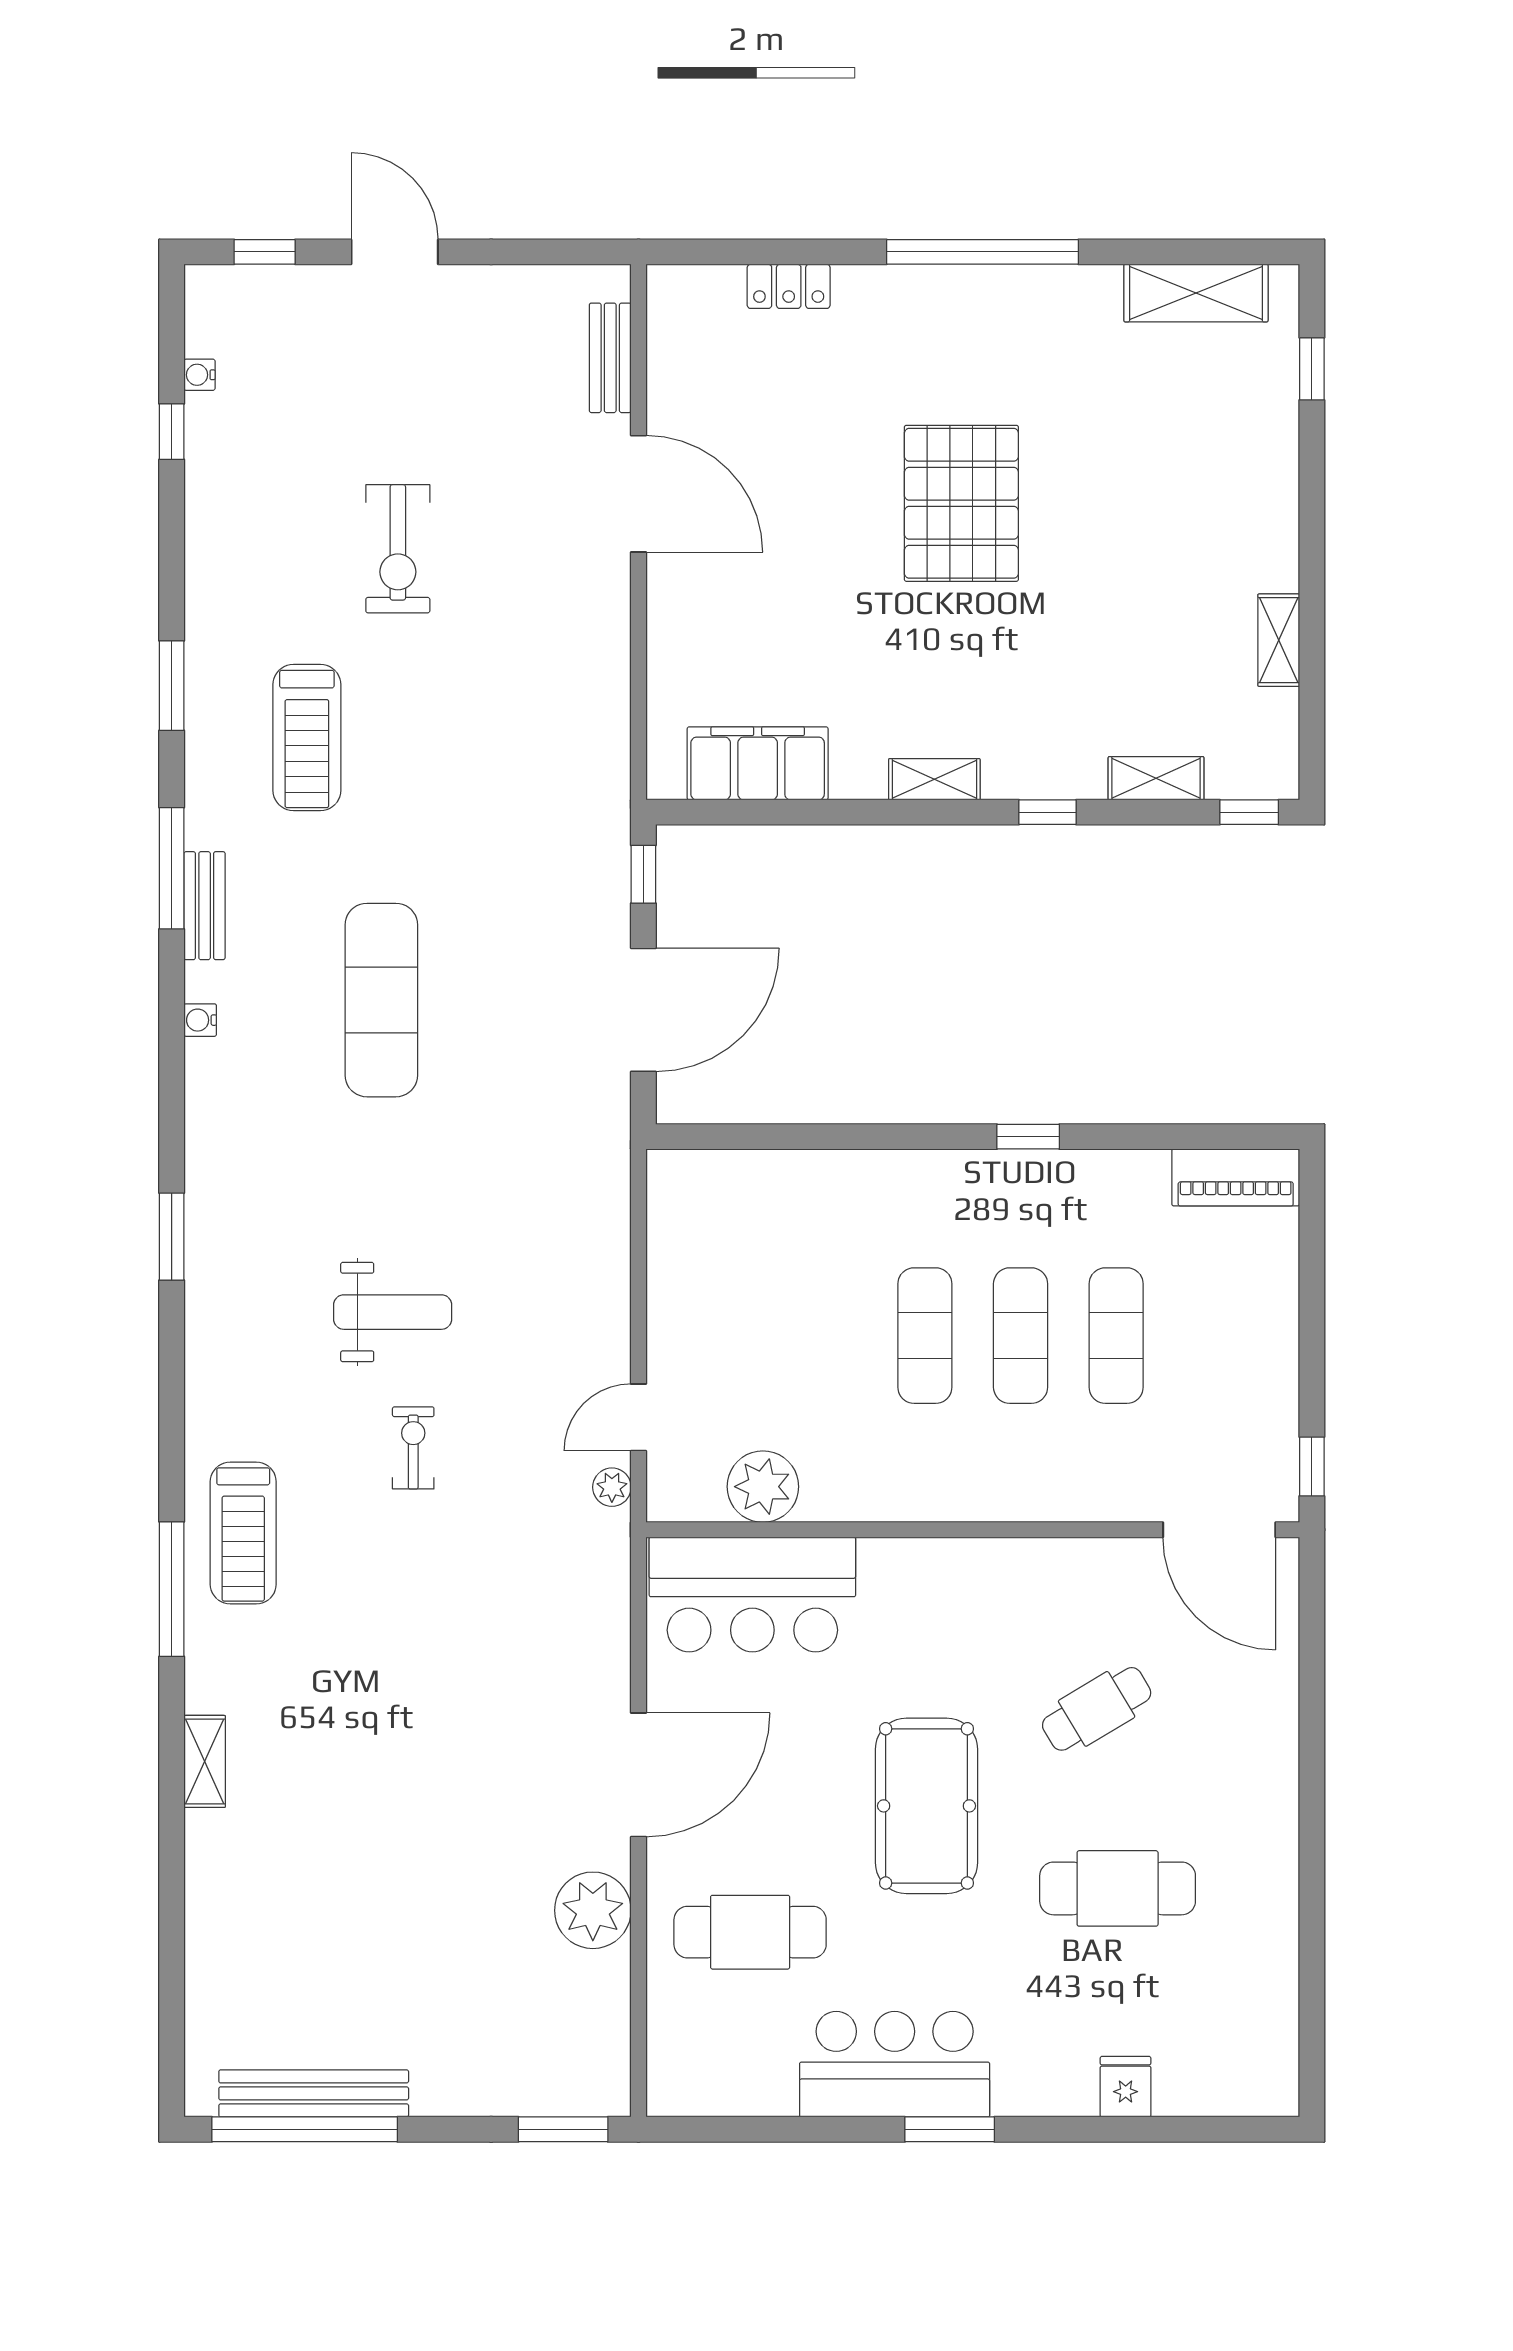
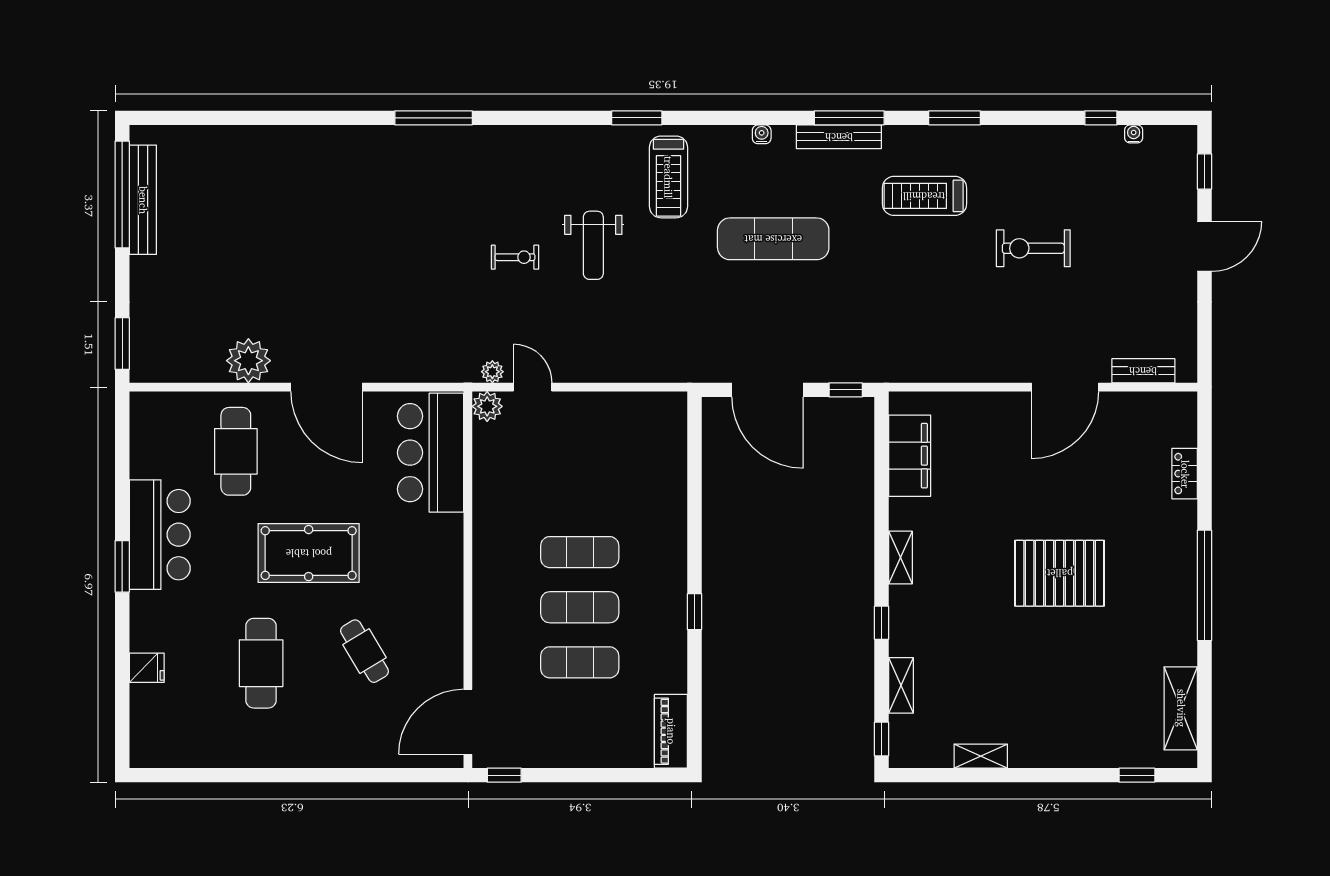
bench: (205, 906) -> (839, 137), width x1.36
plant: (763, 1487) -> (487, 406), moved, width x0.73, depth x0.73
treadmill: (243, 1533) -> (668, 177), moved, turned -90
shelving: (205, 1761) -> (334, 137), removed

